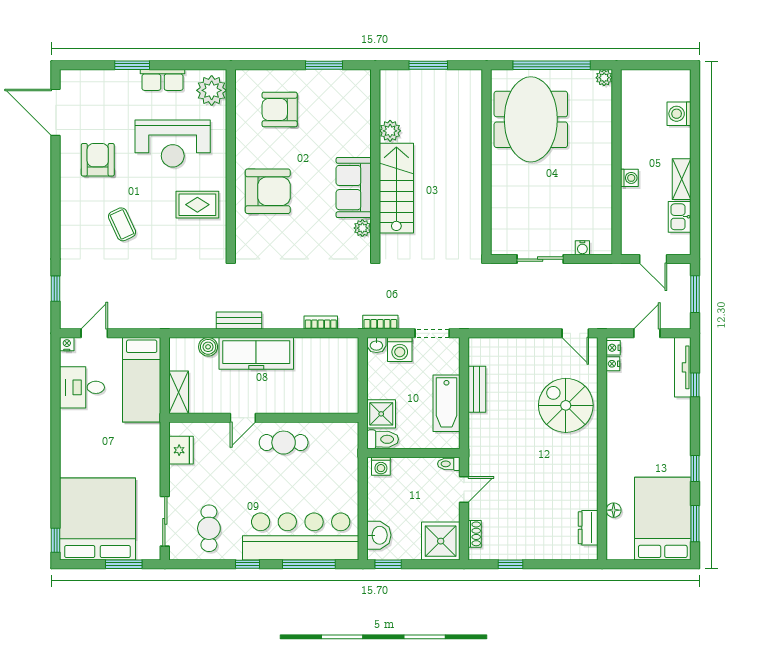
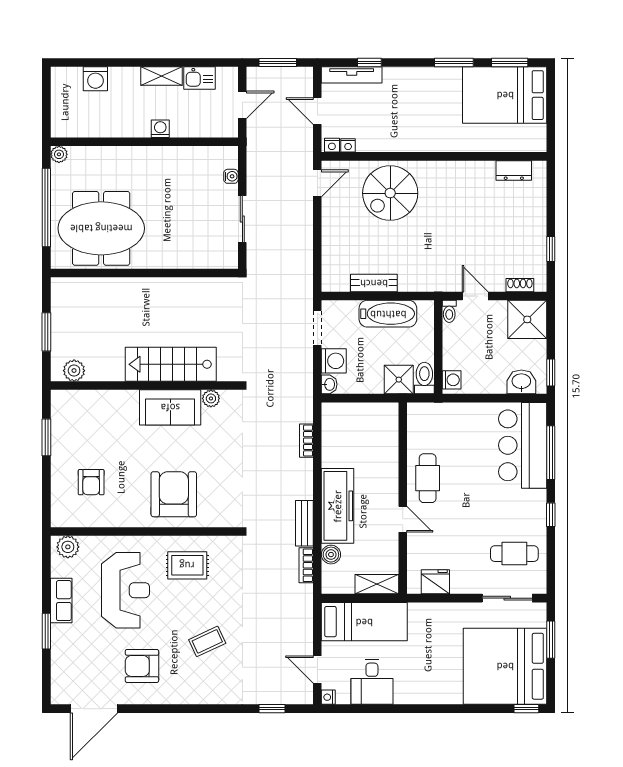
plant: (212, 90) -> (68, 547), width x0.73, depth x0.73
armchair: (280, 109) -> (91, 482), width x0.72, depth x0.72
plant: (390, 131) -> (74, 371), moved
rug: (197, 205) -> (187, 565), turned 90
bookcase: (380, 322) -> (306, 565), moved
window: (695, 469) -> (454, 63), width x1.50
floor lamp: (614, 510) -> (496, 145), removed
bar counter: (301, 537) -> (523, 445), width x0.73

